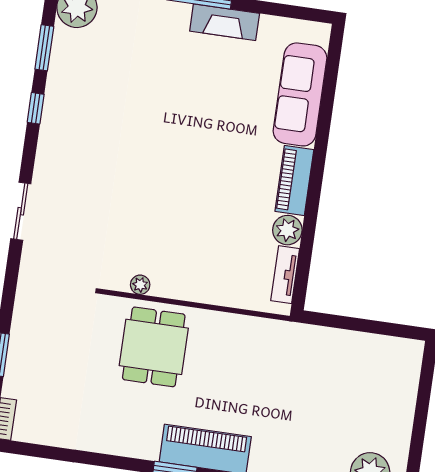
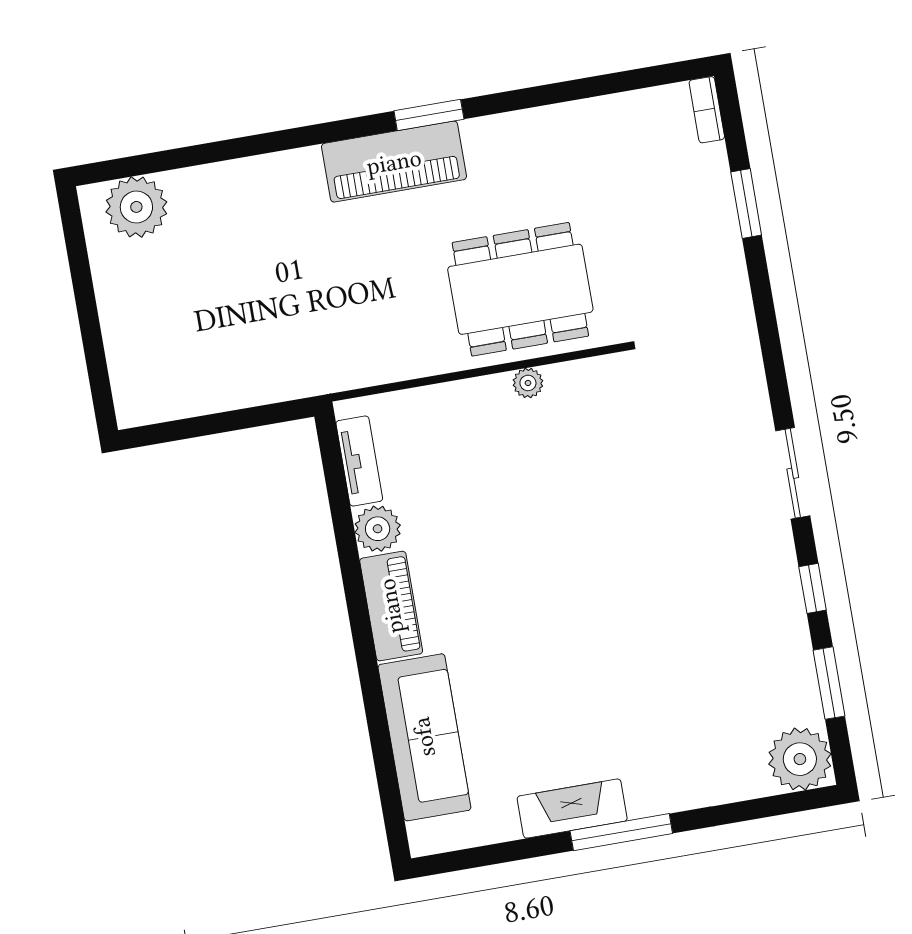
sliding door: (21, 211) -> (793, 473), moved
plant: (140, 285) -> (528, 383), moved
dining table: (154, 347) -> (520, 289), width x1.37

